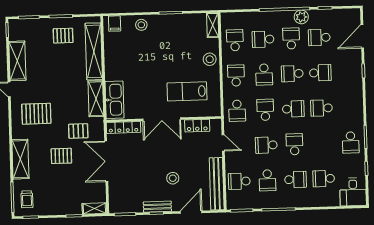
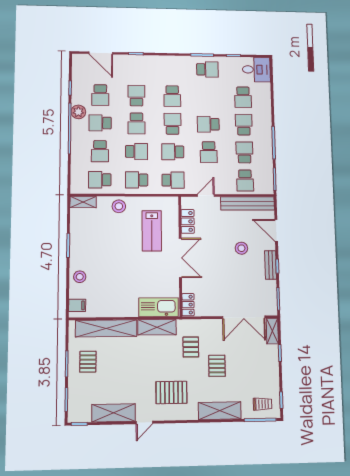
pallet: (36, 114) -> (171, 392), turned 90
locker: (123, 127) -> (188, 305), width x0.66
double door: (106, 161) -> (244, 317), moved
school desk: (267, 180) -> (244, 152), turned -90

